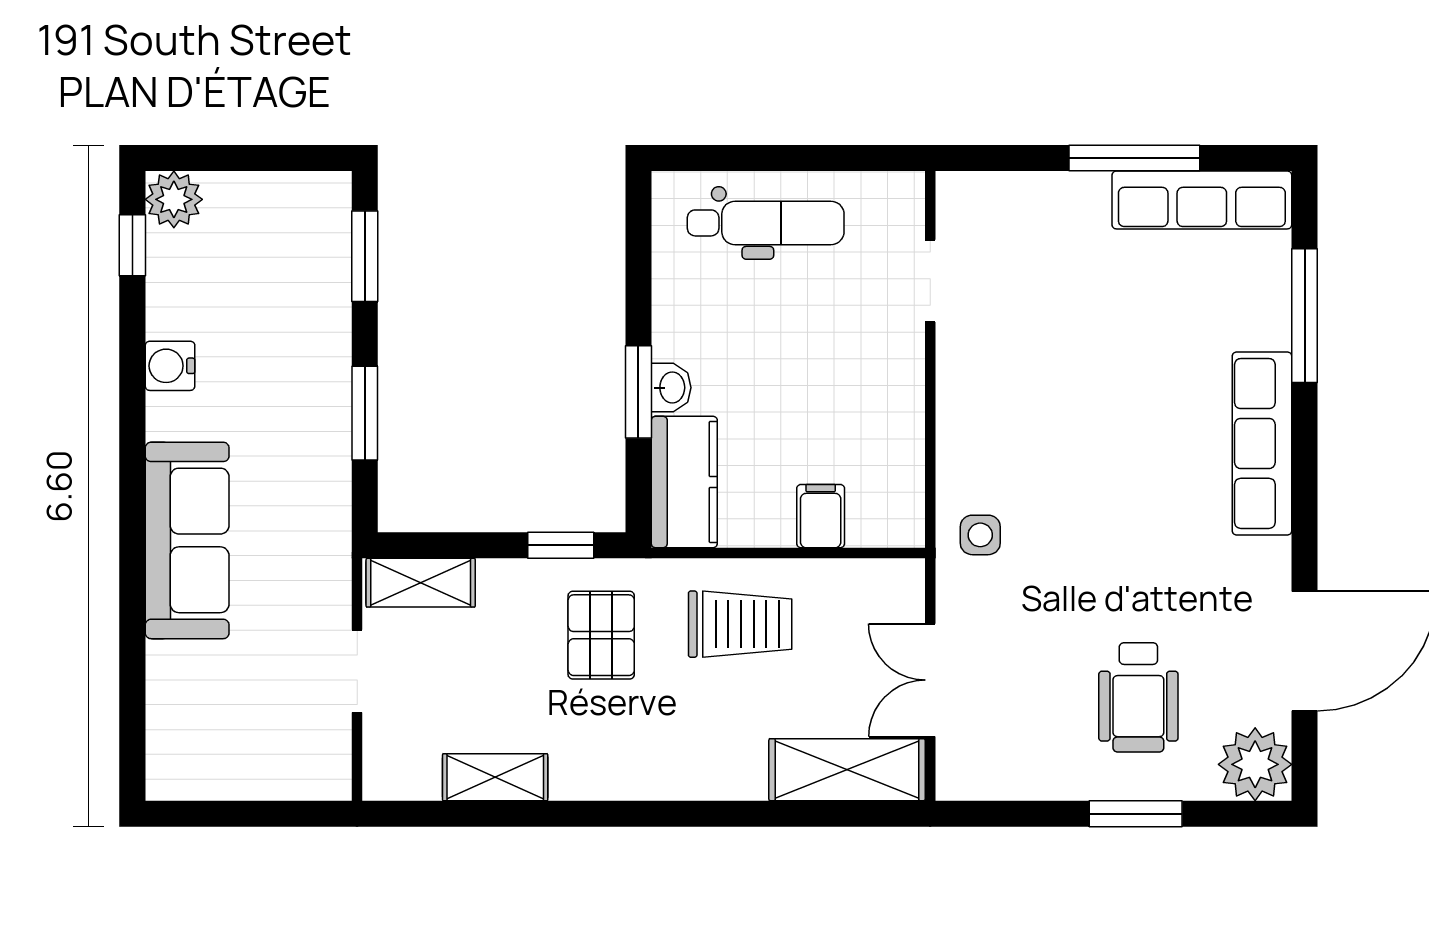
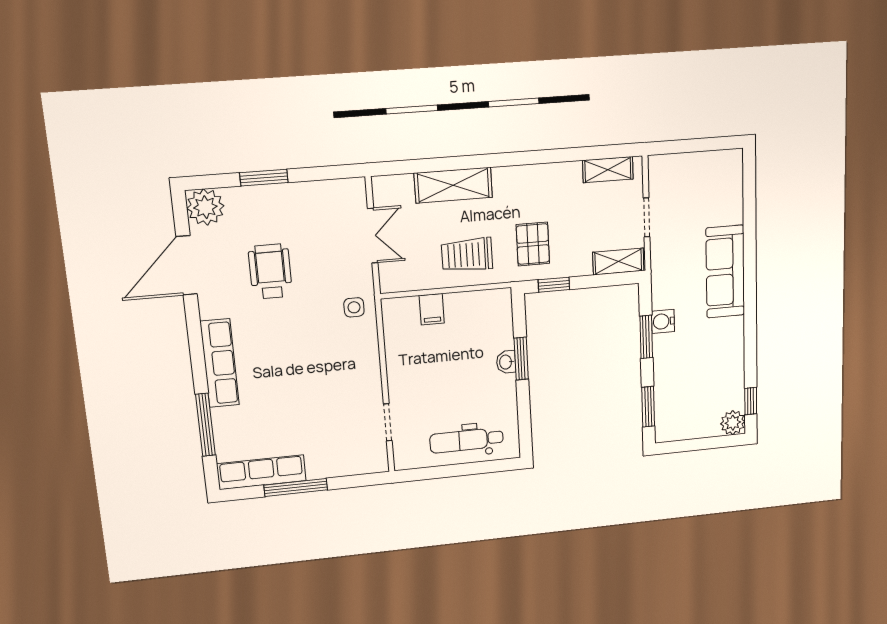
water cooler: (170, 366) -> (663, 321), moved, turned 180
kitchen counter: (684, 482) -> (497, 319), removed
wheelchair: (1138, 697) -> (270, 271), moved
shelving: (847, 770) -> (453, 185), moved
shelving: (495, 777) -> (608, 170), moved

